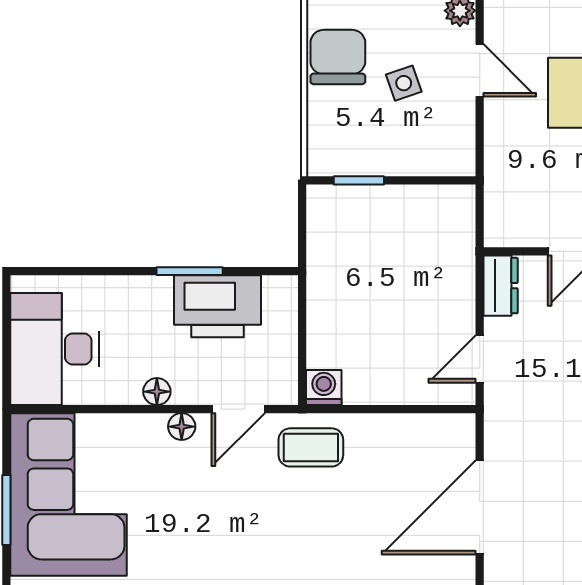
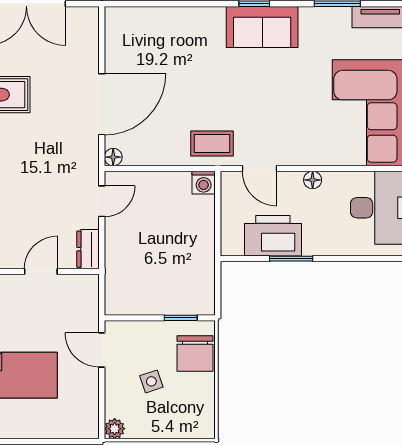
chair: (338, 57) -> (195, 354), moved
door: (480, 70) -> (102, 350), moved
door: (238, 409) -> (259, 169), swing flipped
floor lamp: (182, 427) -> (113, 157), moved

